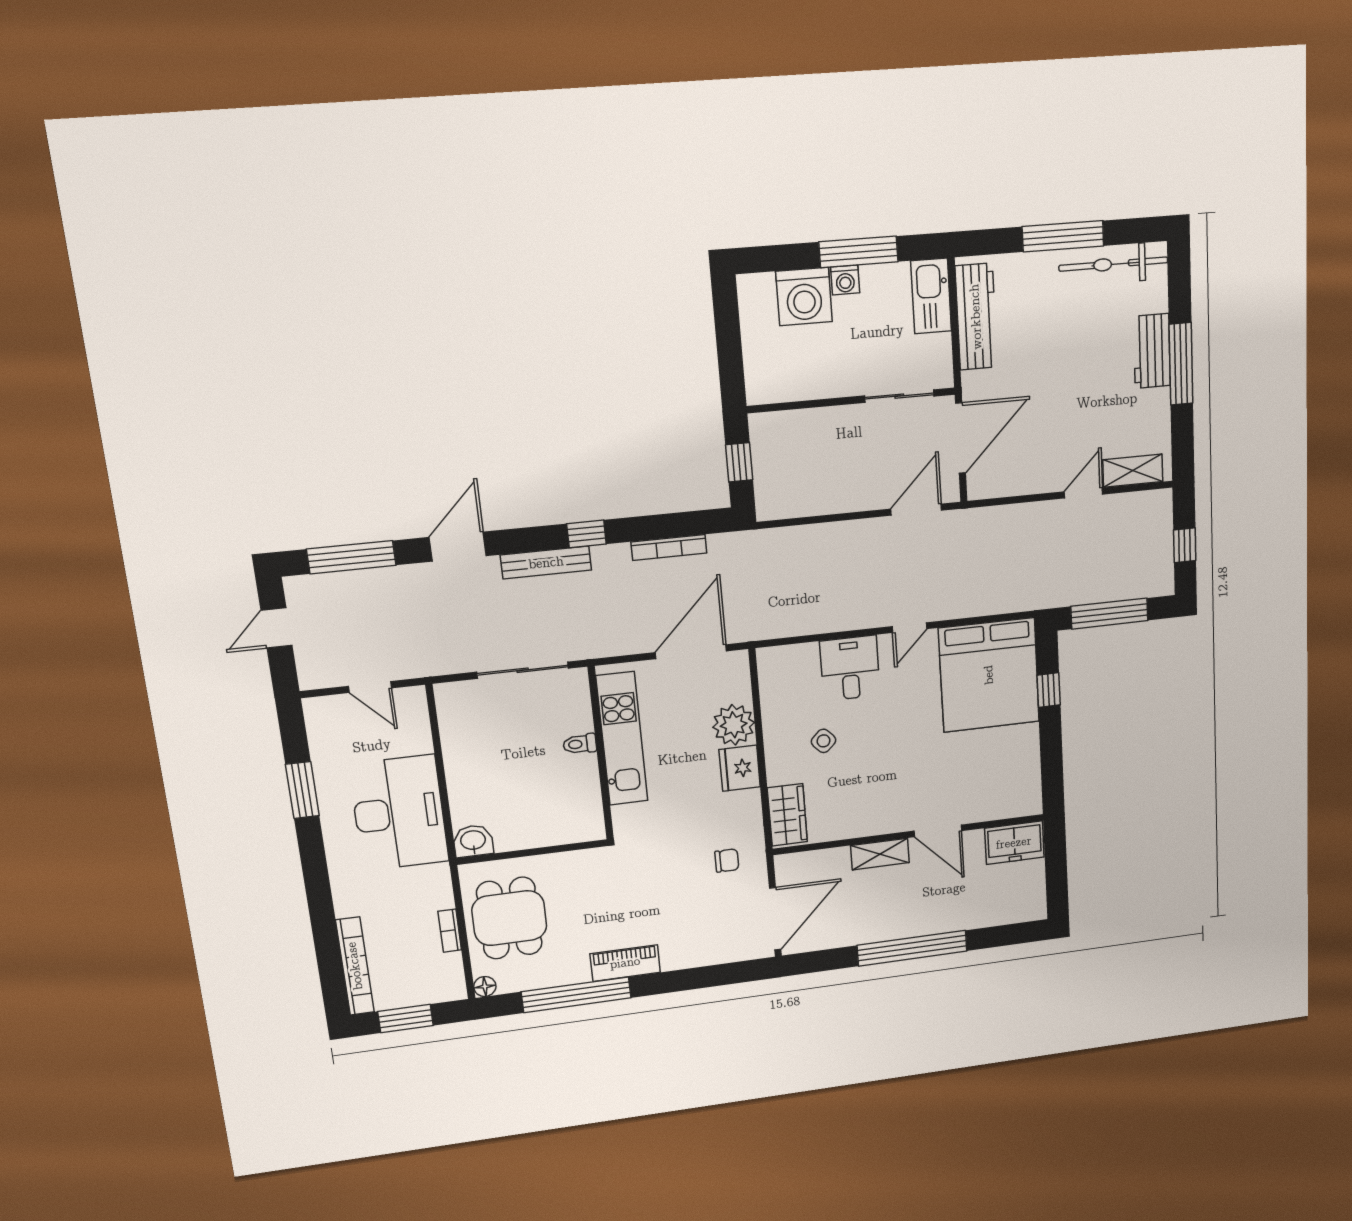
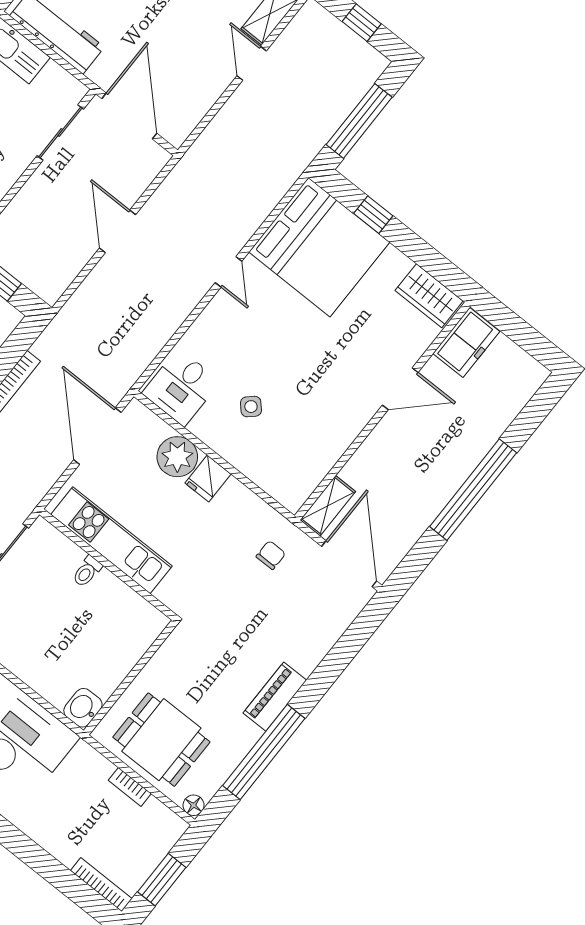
door: (916, 510) -> (118, 231), moved
desk: (850, 668) -> (181, 387), moved, turned -90
fridge: (740, 768) -> (208, 479), width x0.72
wardrobe: (787, 815) -> (429, 296), moved, turned 180
shelving: (880, 854) -> (328, 506), moved
bookcase: (355, 966) -> (101, 885), width x0.68, depth x0.76

